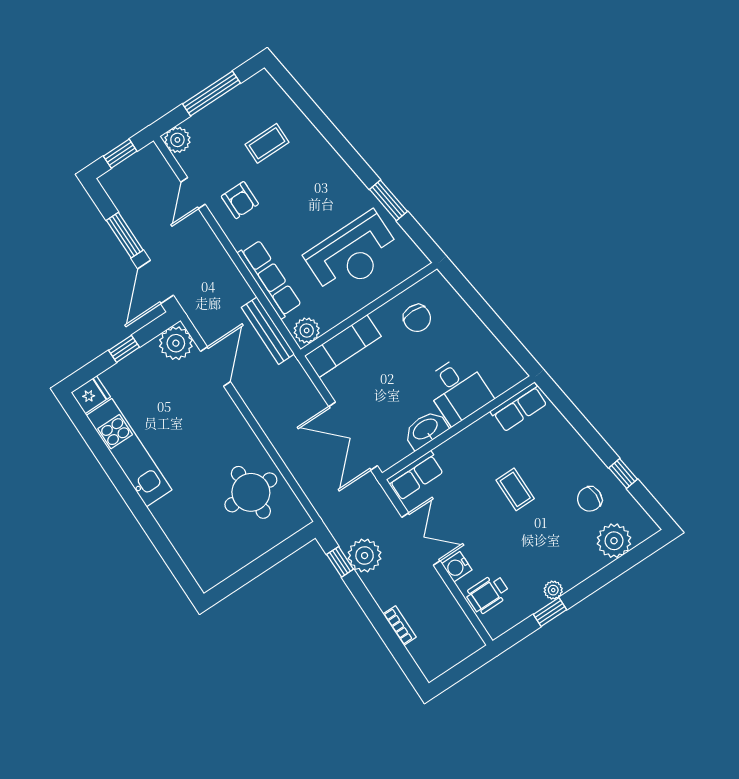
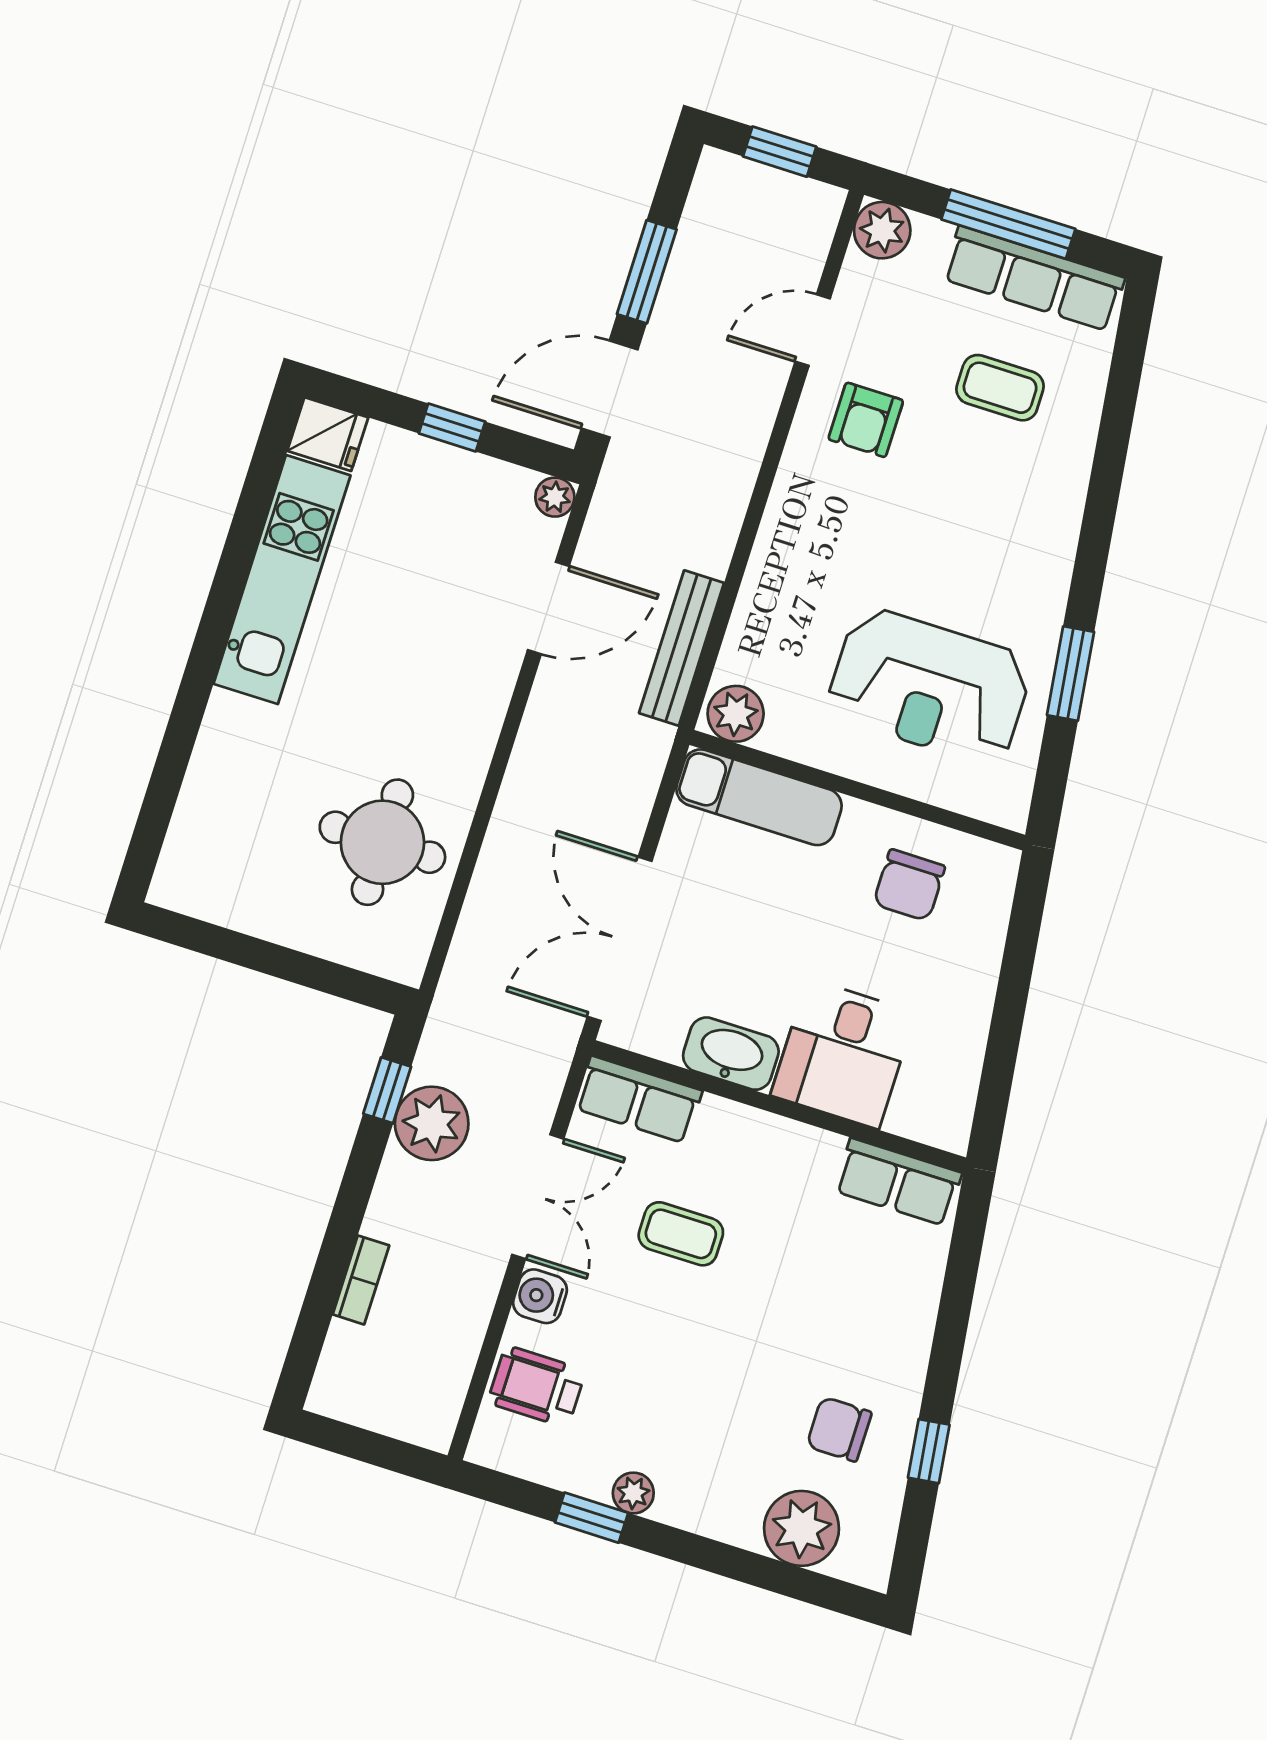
row of seats: (269, 279) -> (1034, 278), moved, turned 90
plant: (176, 343) -> (555, 497), width x0.53, depth x0.53
coffee table: (515, 489) -> (681, 1234), moved, turned 90

